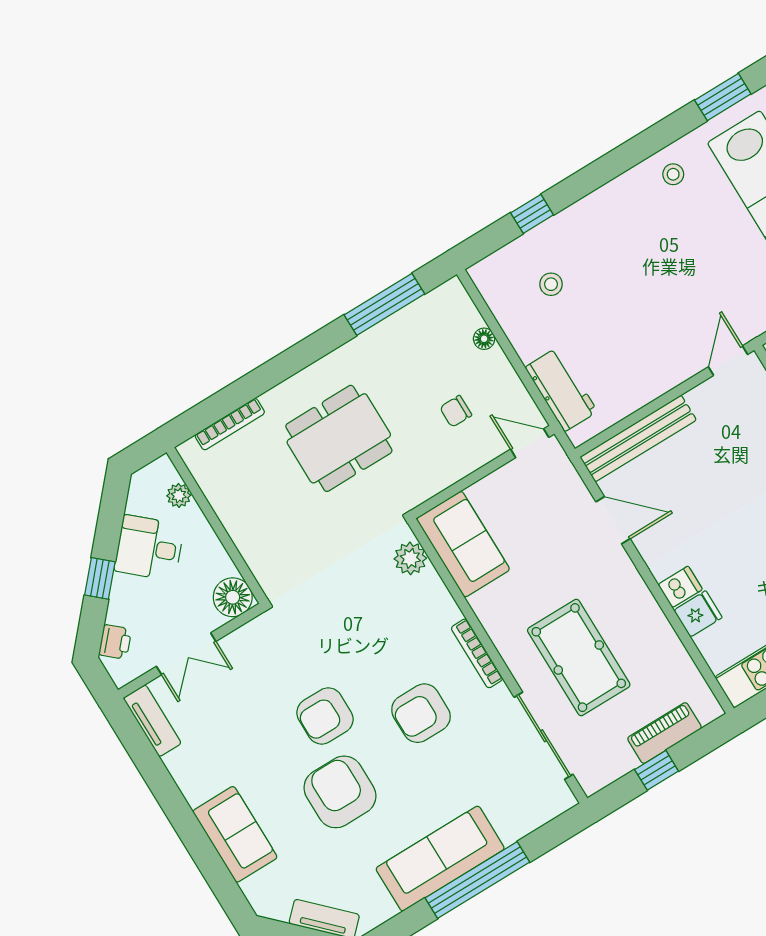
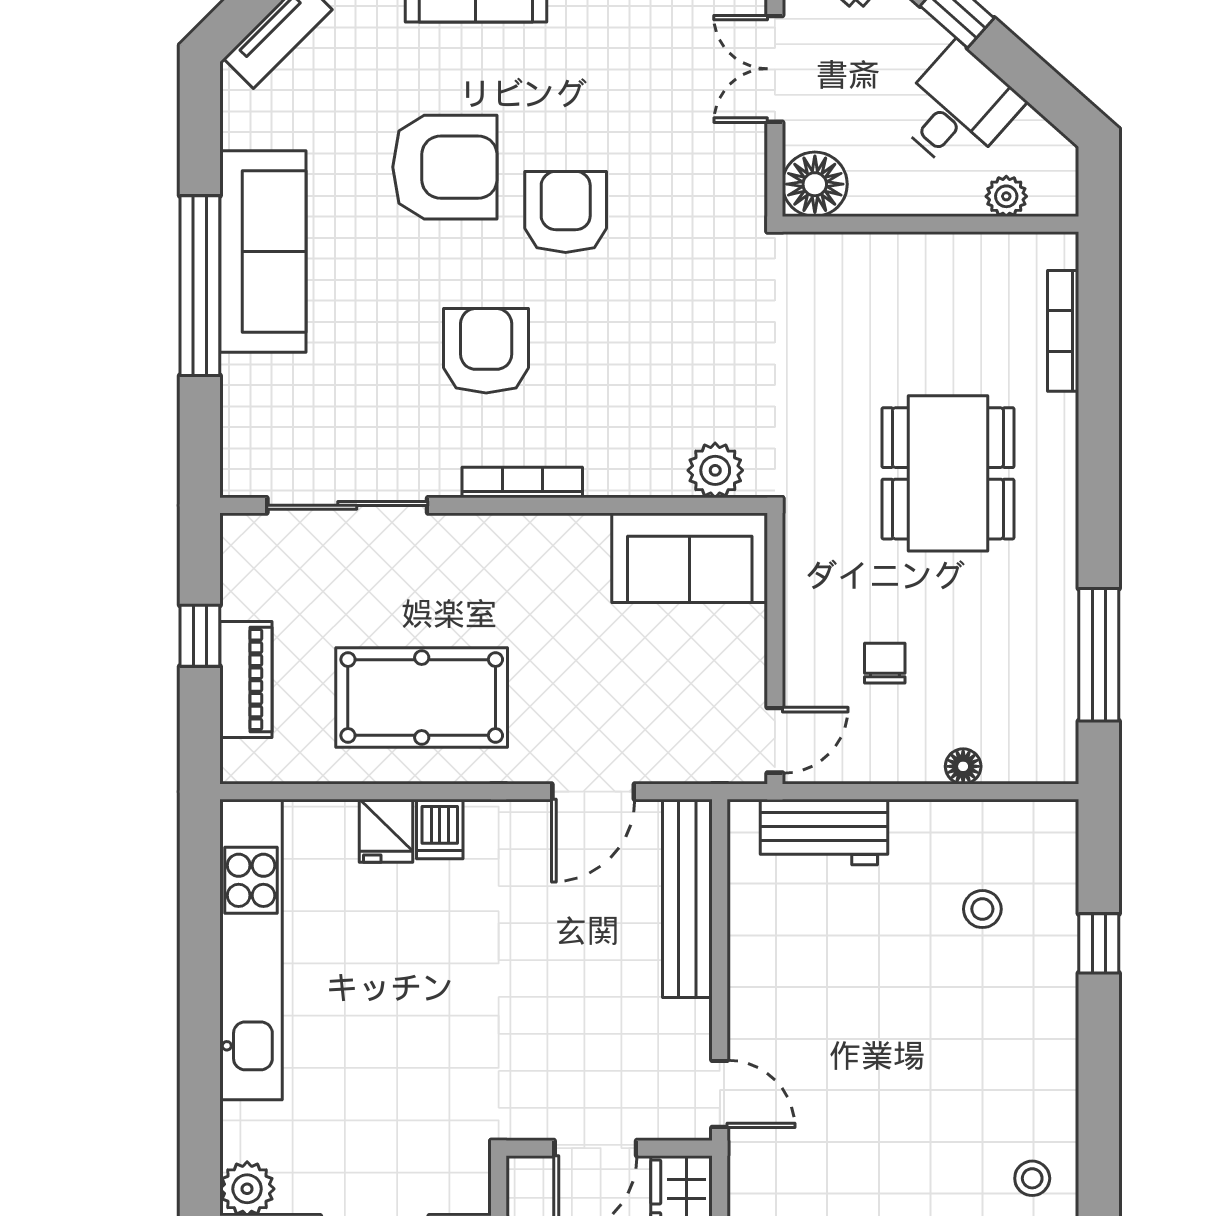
pool table: (579, 658) -> (422, 698), moved

